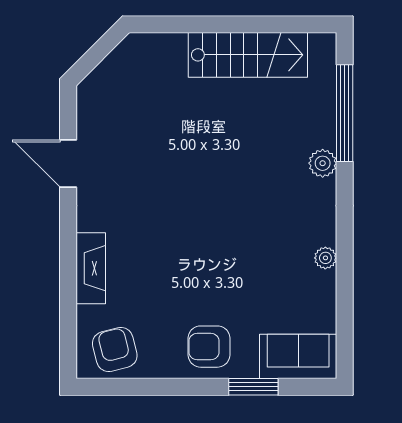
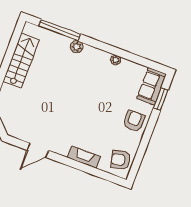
armchair: (209, 347) -> (134, 121), turned 180
window: (253, 387) -> (161, 99), moved

